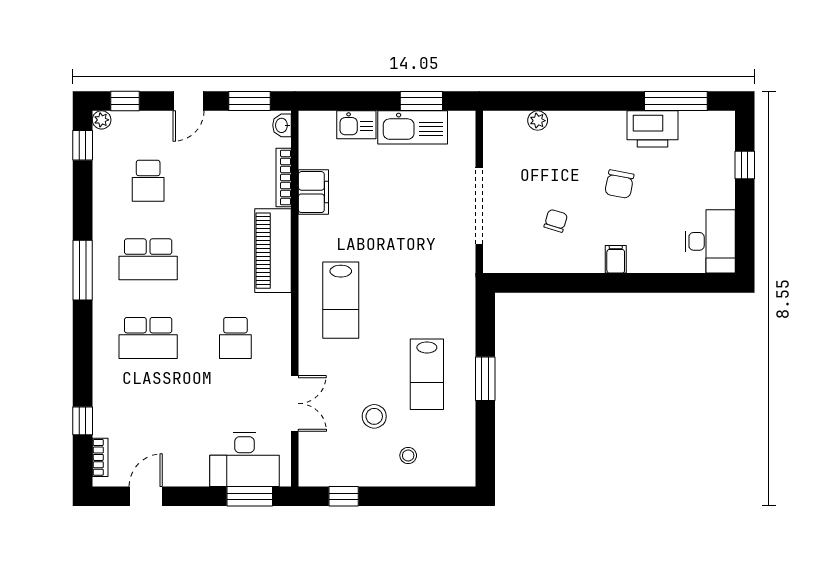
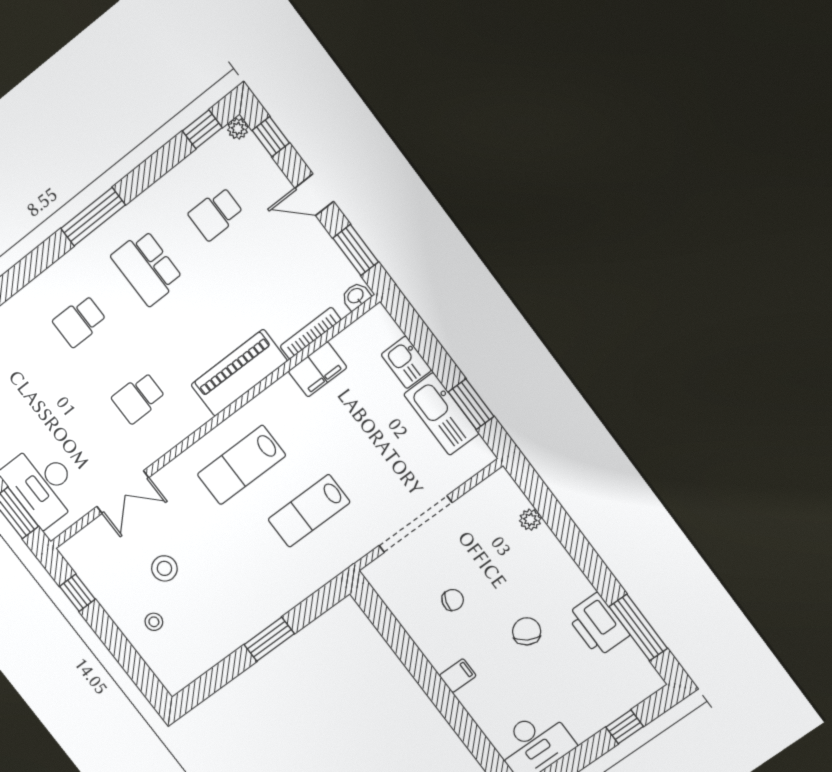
chair: (619, 184) -> (527, 631), turned 111
school desk: (148, 338) -> (80, 321), width x0.54
lab bench: (427, 374) -> (309, 511), moved

